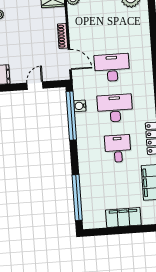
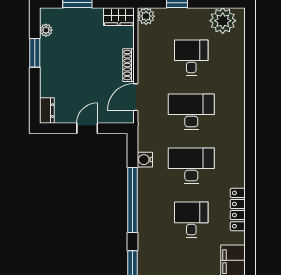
desk: (109, 27) -> (191, 58), added
door: (70, 60) -> (136, 97), swing flipped
window: (71, 116) -> (133, 200), moved

